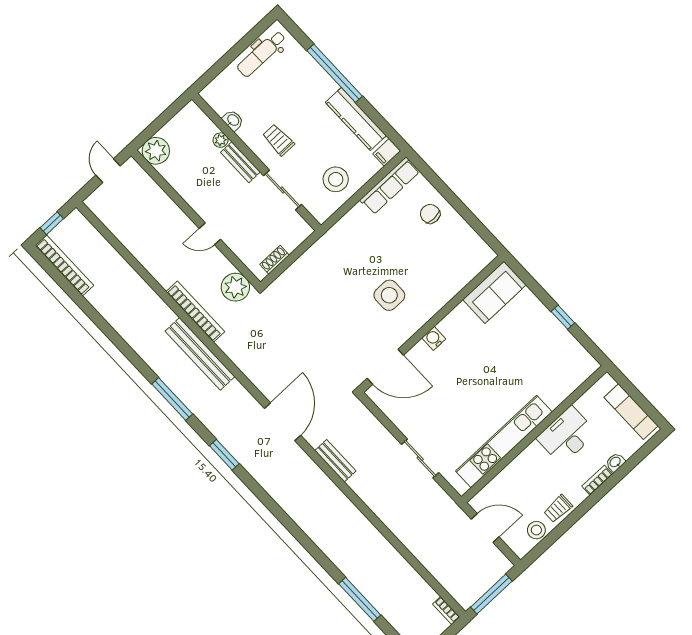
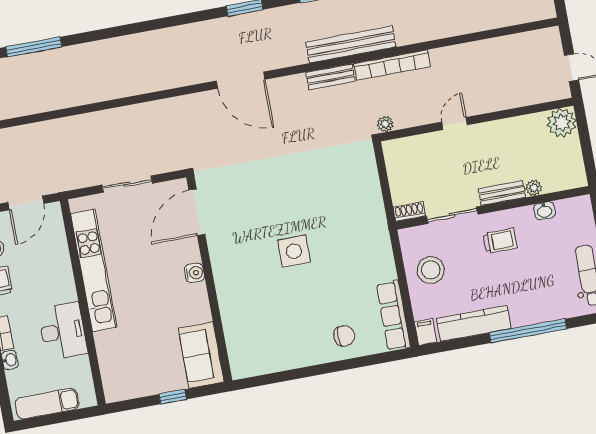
shoe rack: (274, 260) -> (409, 211), moved, turned -90
plant: (235, 287) -> (385, 124), width x0.53, depth x0.53
sofa: (494, 292) -> (201, 355), moved
wall: (431, 324) -> (209, 279), moved
water cooler: (434, 338) -> (195, 273), moved
door: (385, 367) -> (197, 212), moved
bench: (335, 461) -> (330, 77), moved

